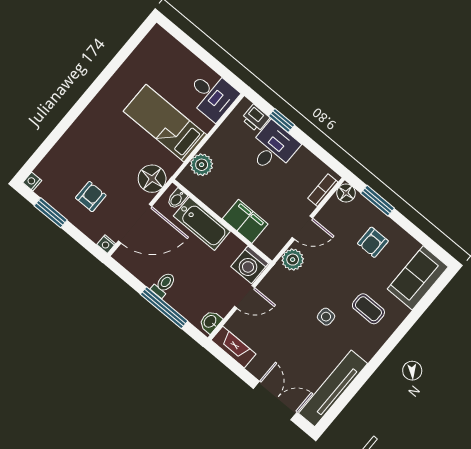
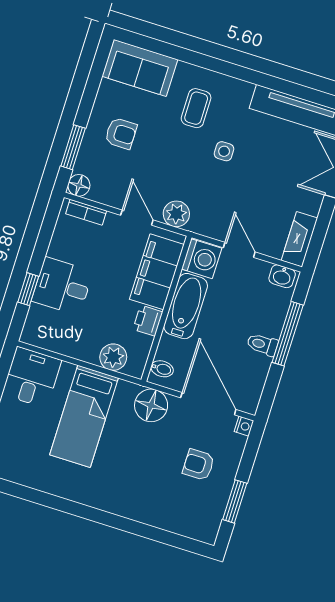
printer: (256, 118) -> (148, 321), moved, turned 180
nightstand: (32, 182) -> (209, 536), removed
filing cabinet: (245, 221) -> (157, 272), width x1.50, depth x1.17
bathtub: (202, 224) -> (186, 306), moved

